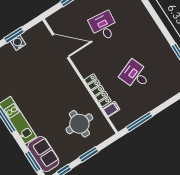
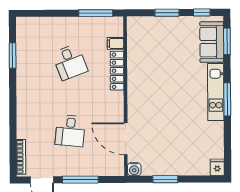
water cooler: (18, 43) -> (134, 169), moved
round table: (79, 124) -> (157, 49), removed

